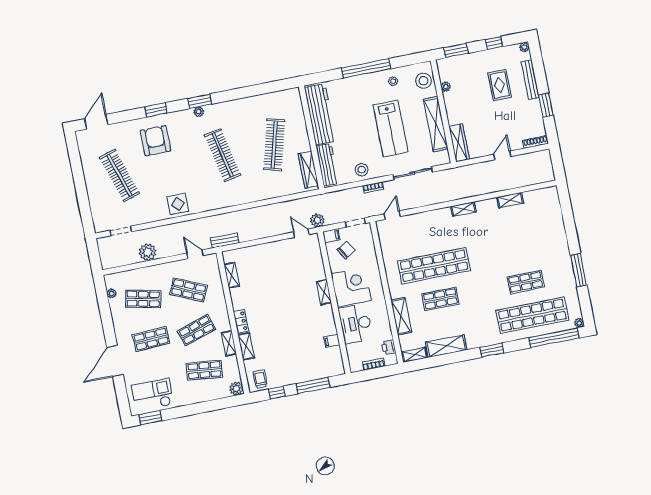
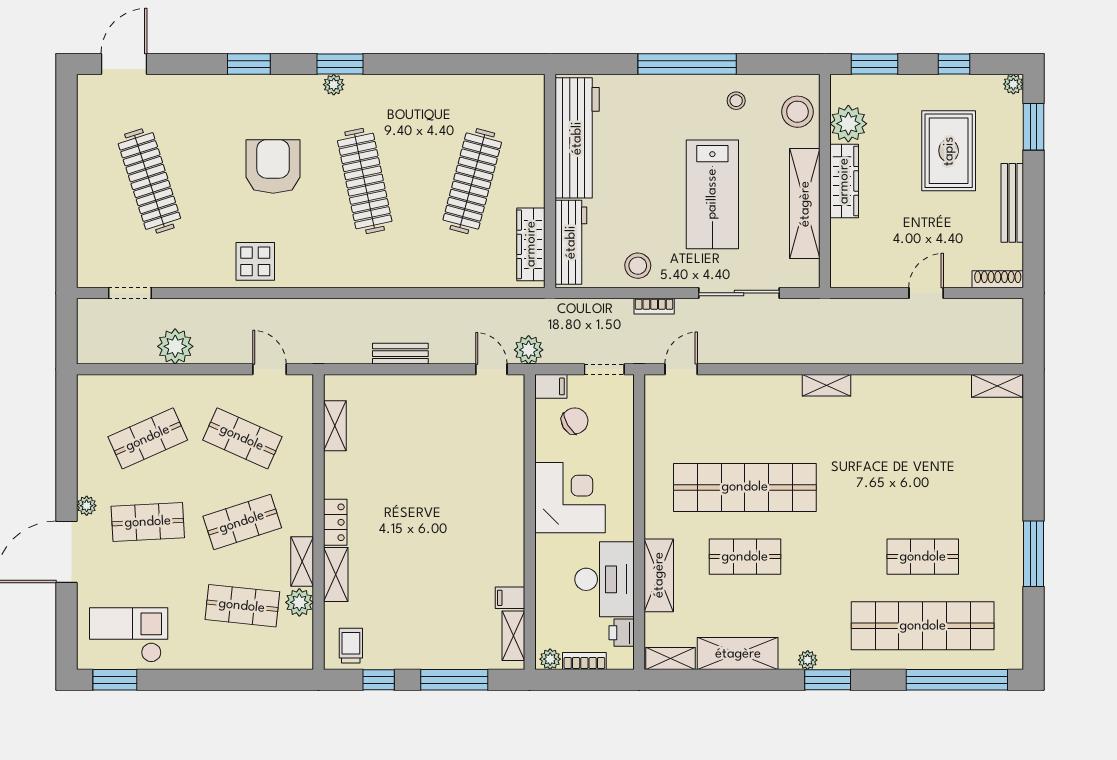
bench: (530, 80) -> (1012, 203), moved
rug: (500, 85) -> (949, 151), width x1.36, depth x1.43
plant: (446, 87) -> (848, 124), width x1.87, depth x1.87
window: (546, 105) -> (1034, 127), moved
armchair: (155, 141) -> (273, 166), moved
wardrobe: (459, 143) -> (844, 181), moved
shelving: (510, 200) -> (997, 386), moved
bench: (225, 241) -> (400, 354), moved
shelving: (324, 292) -> (513, 636), moved
plant: (112, 293) -> (87, 506), moved
shop shelf: (143, 299) -> (148, 438), turned -36
plant: (579, 323) -> (808, 660), moved
desk: (356, 324) -> (604, 579), moved, turned 180
plant: (357, 367) -> (550, 659), added
plant: (236, 389) -> (299, 602), moved

